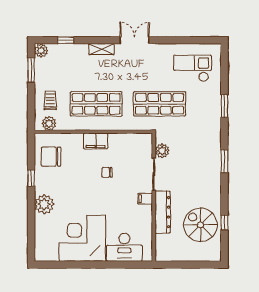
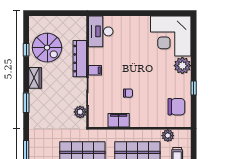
plant: (49, 123) -> (168, 136), moved
filing cabinet: (96, 141) -> (119, 120), moved
wardrobe: (214, 190) -> (35, 78), added
corner desk: (82, 238) -> (171, 36), moved, turned 90
desk: (124, 247) -> (101, 31), moved, turned -90

